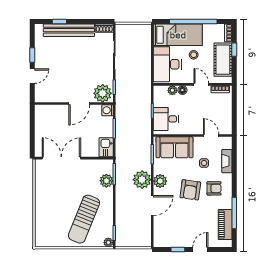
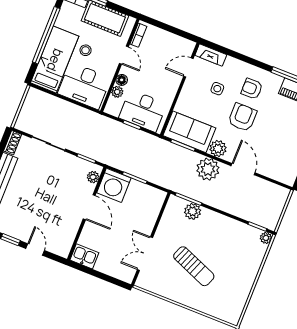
door: (201, 84) -> (124, 55), swing flipped
plant: (103, 93) -> (93, 177), width x0.53, depth x0.53
washing machine: (107, 110) -> (114, 185), width x1.89, depth x1.89
desk: (166, 119) -> (143, 111), width x1.37
kitchen sink: (106, 147) -> (84, 256), moved, turned 180
sofa: (174, 147) -> (189, 132), moved, turned -90
double door: (61, 158) -> (145, 254), width x0.73
fireplace: (227, 161) -> (211, 55), moved
armchair: (214, 188) -> (252, 89), turned -90
armchair: (190, 190) -> (242, 117), turned -98
sun lounger: (84, 219) -> (194, 266), moved, width x0.73, depth x0.75

